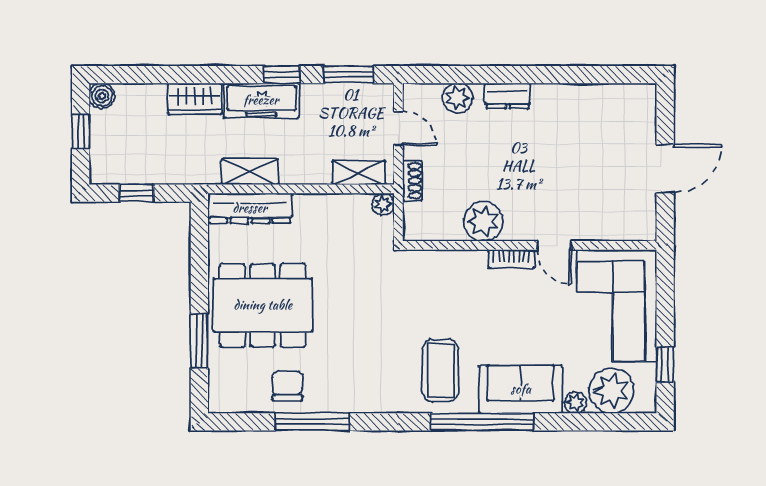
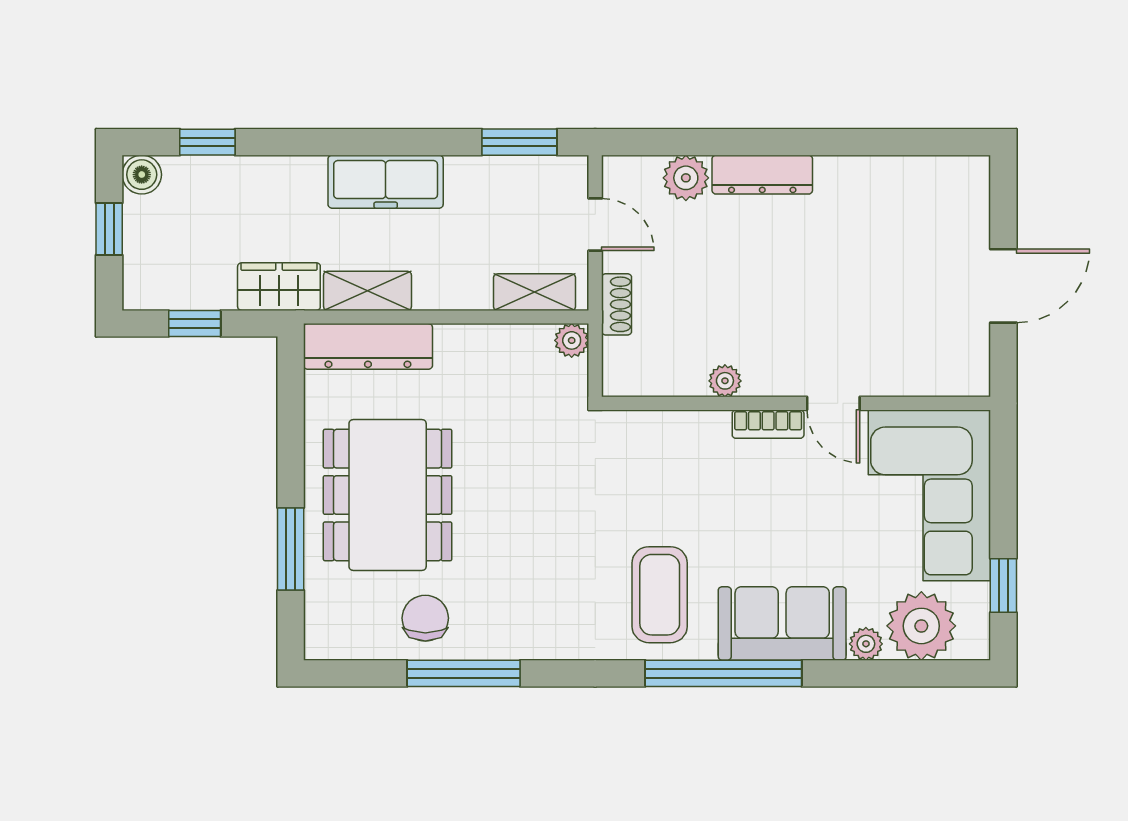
window: (282, 75) -> (207, 142), moved
dresser: (508, 96) -> (762, 175), width x1.44
wardrobe: (195, 99) -> (279, 287), moved, turned 180
plant: (483, 221) -> (725, 381), width x0.53, depth x0.53
dining table: (263, 305) -> (388, 495), turned 90

